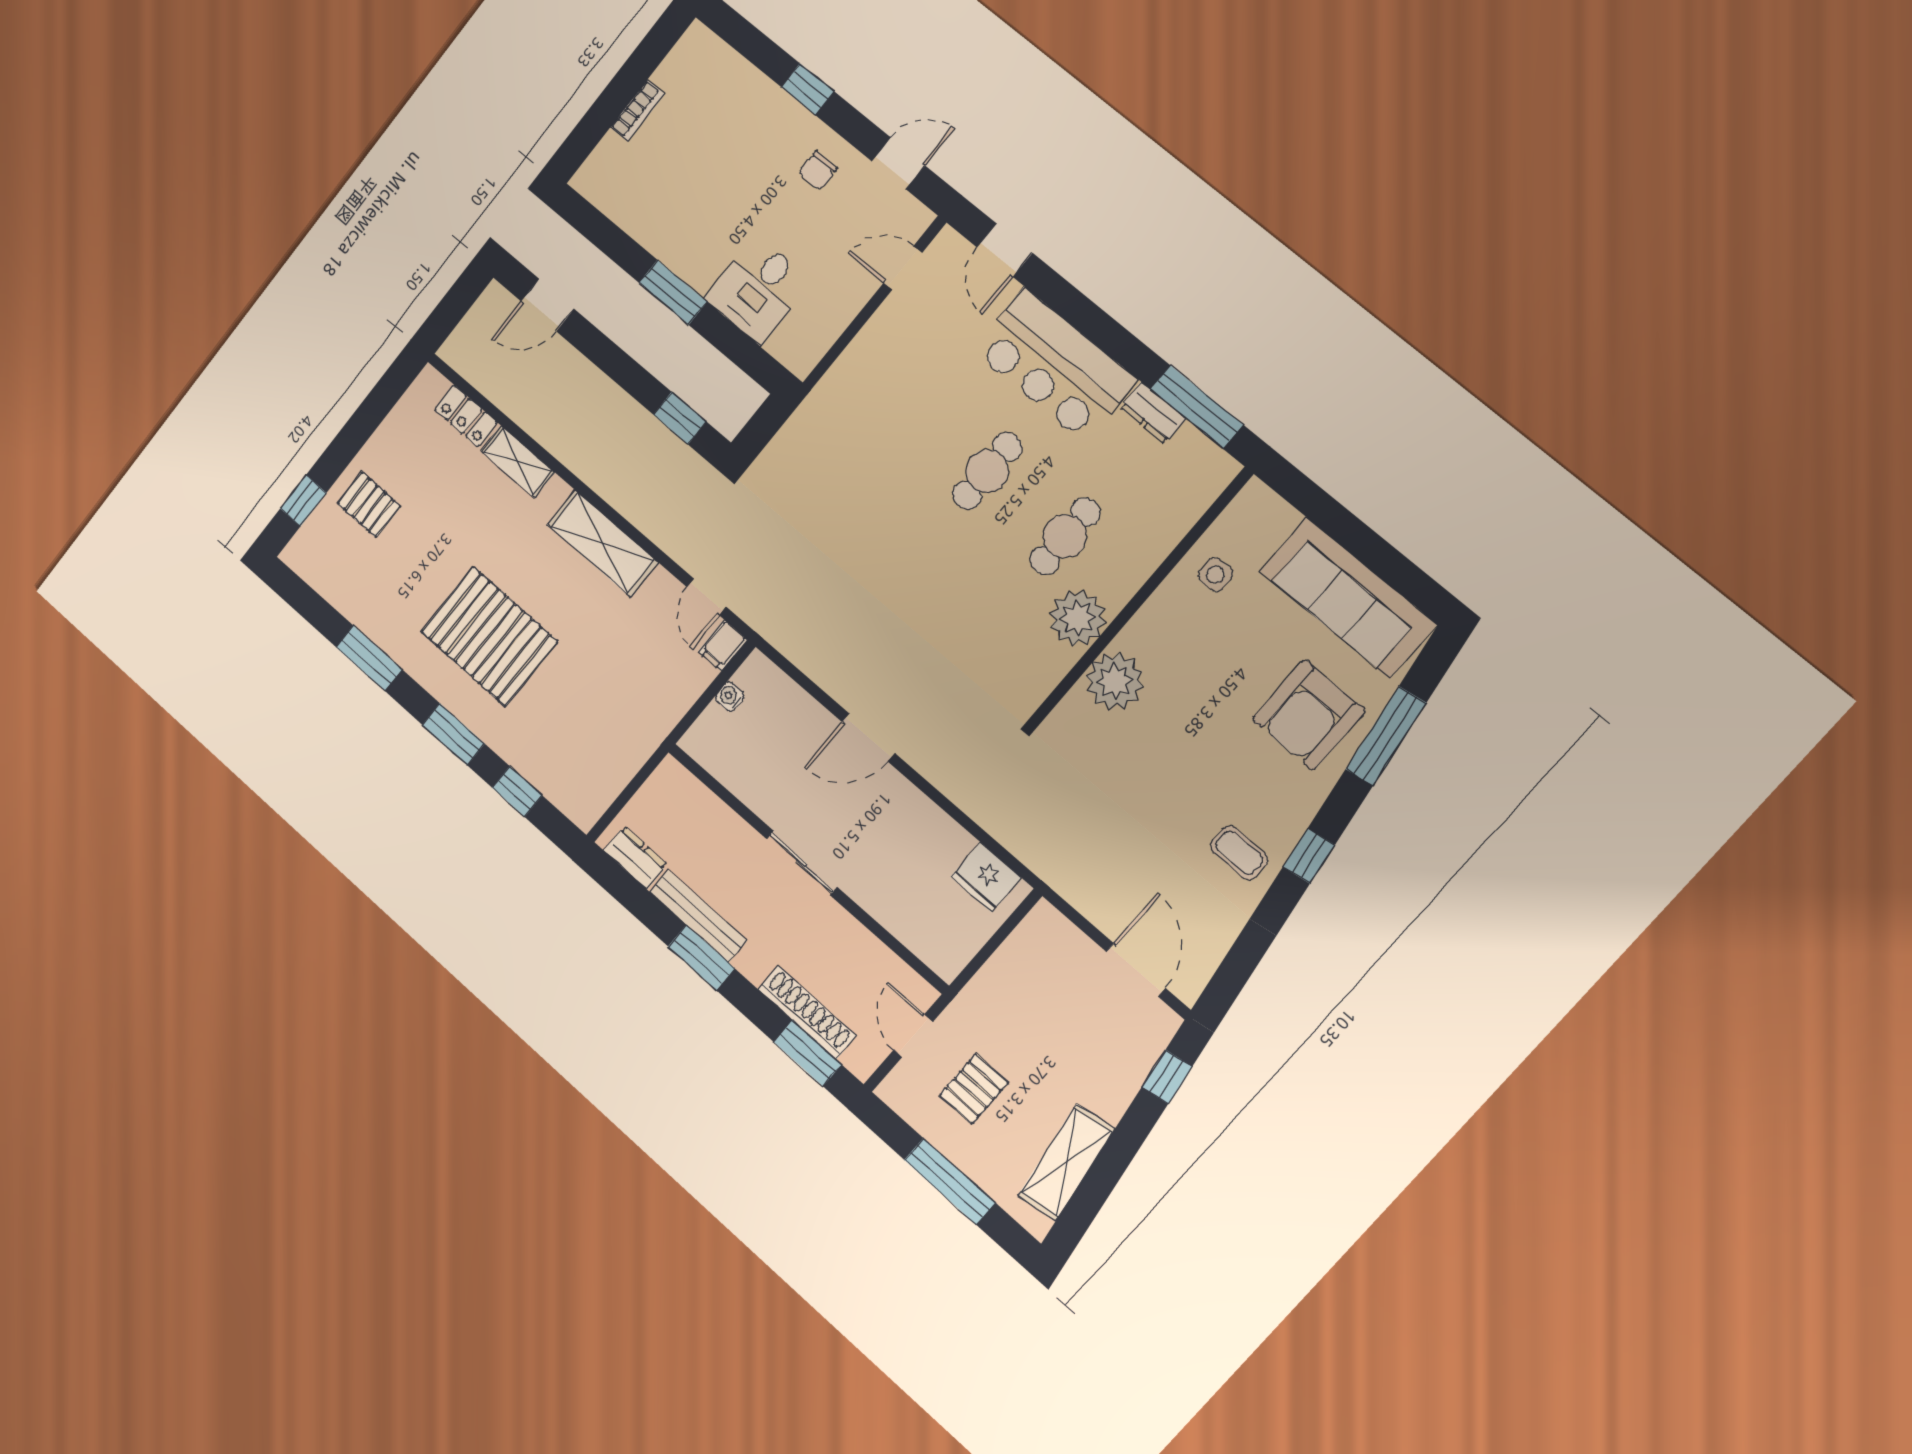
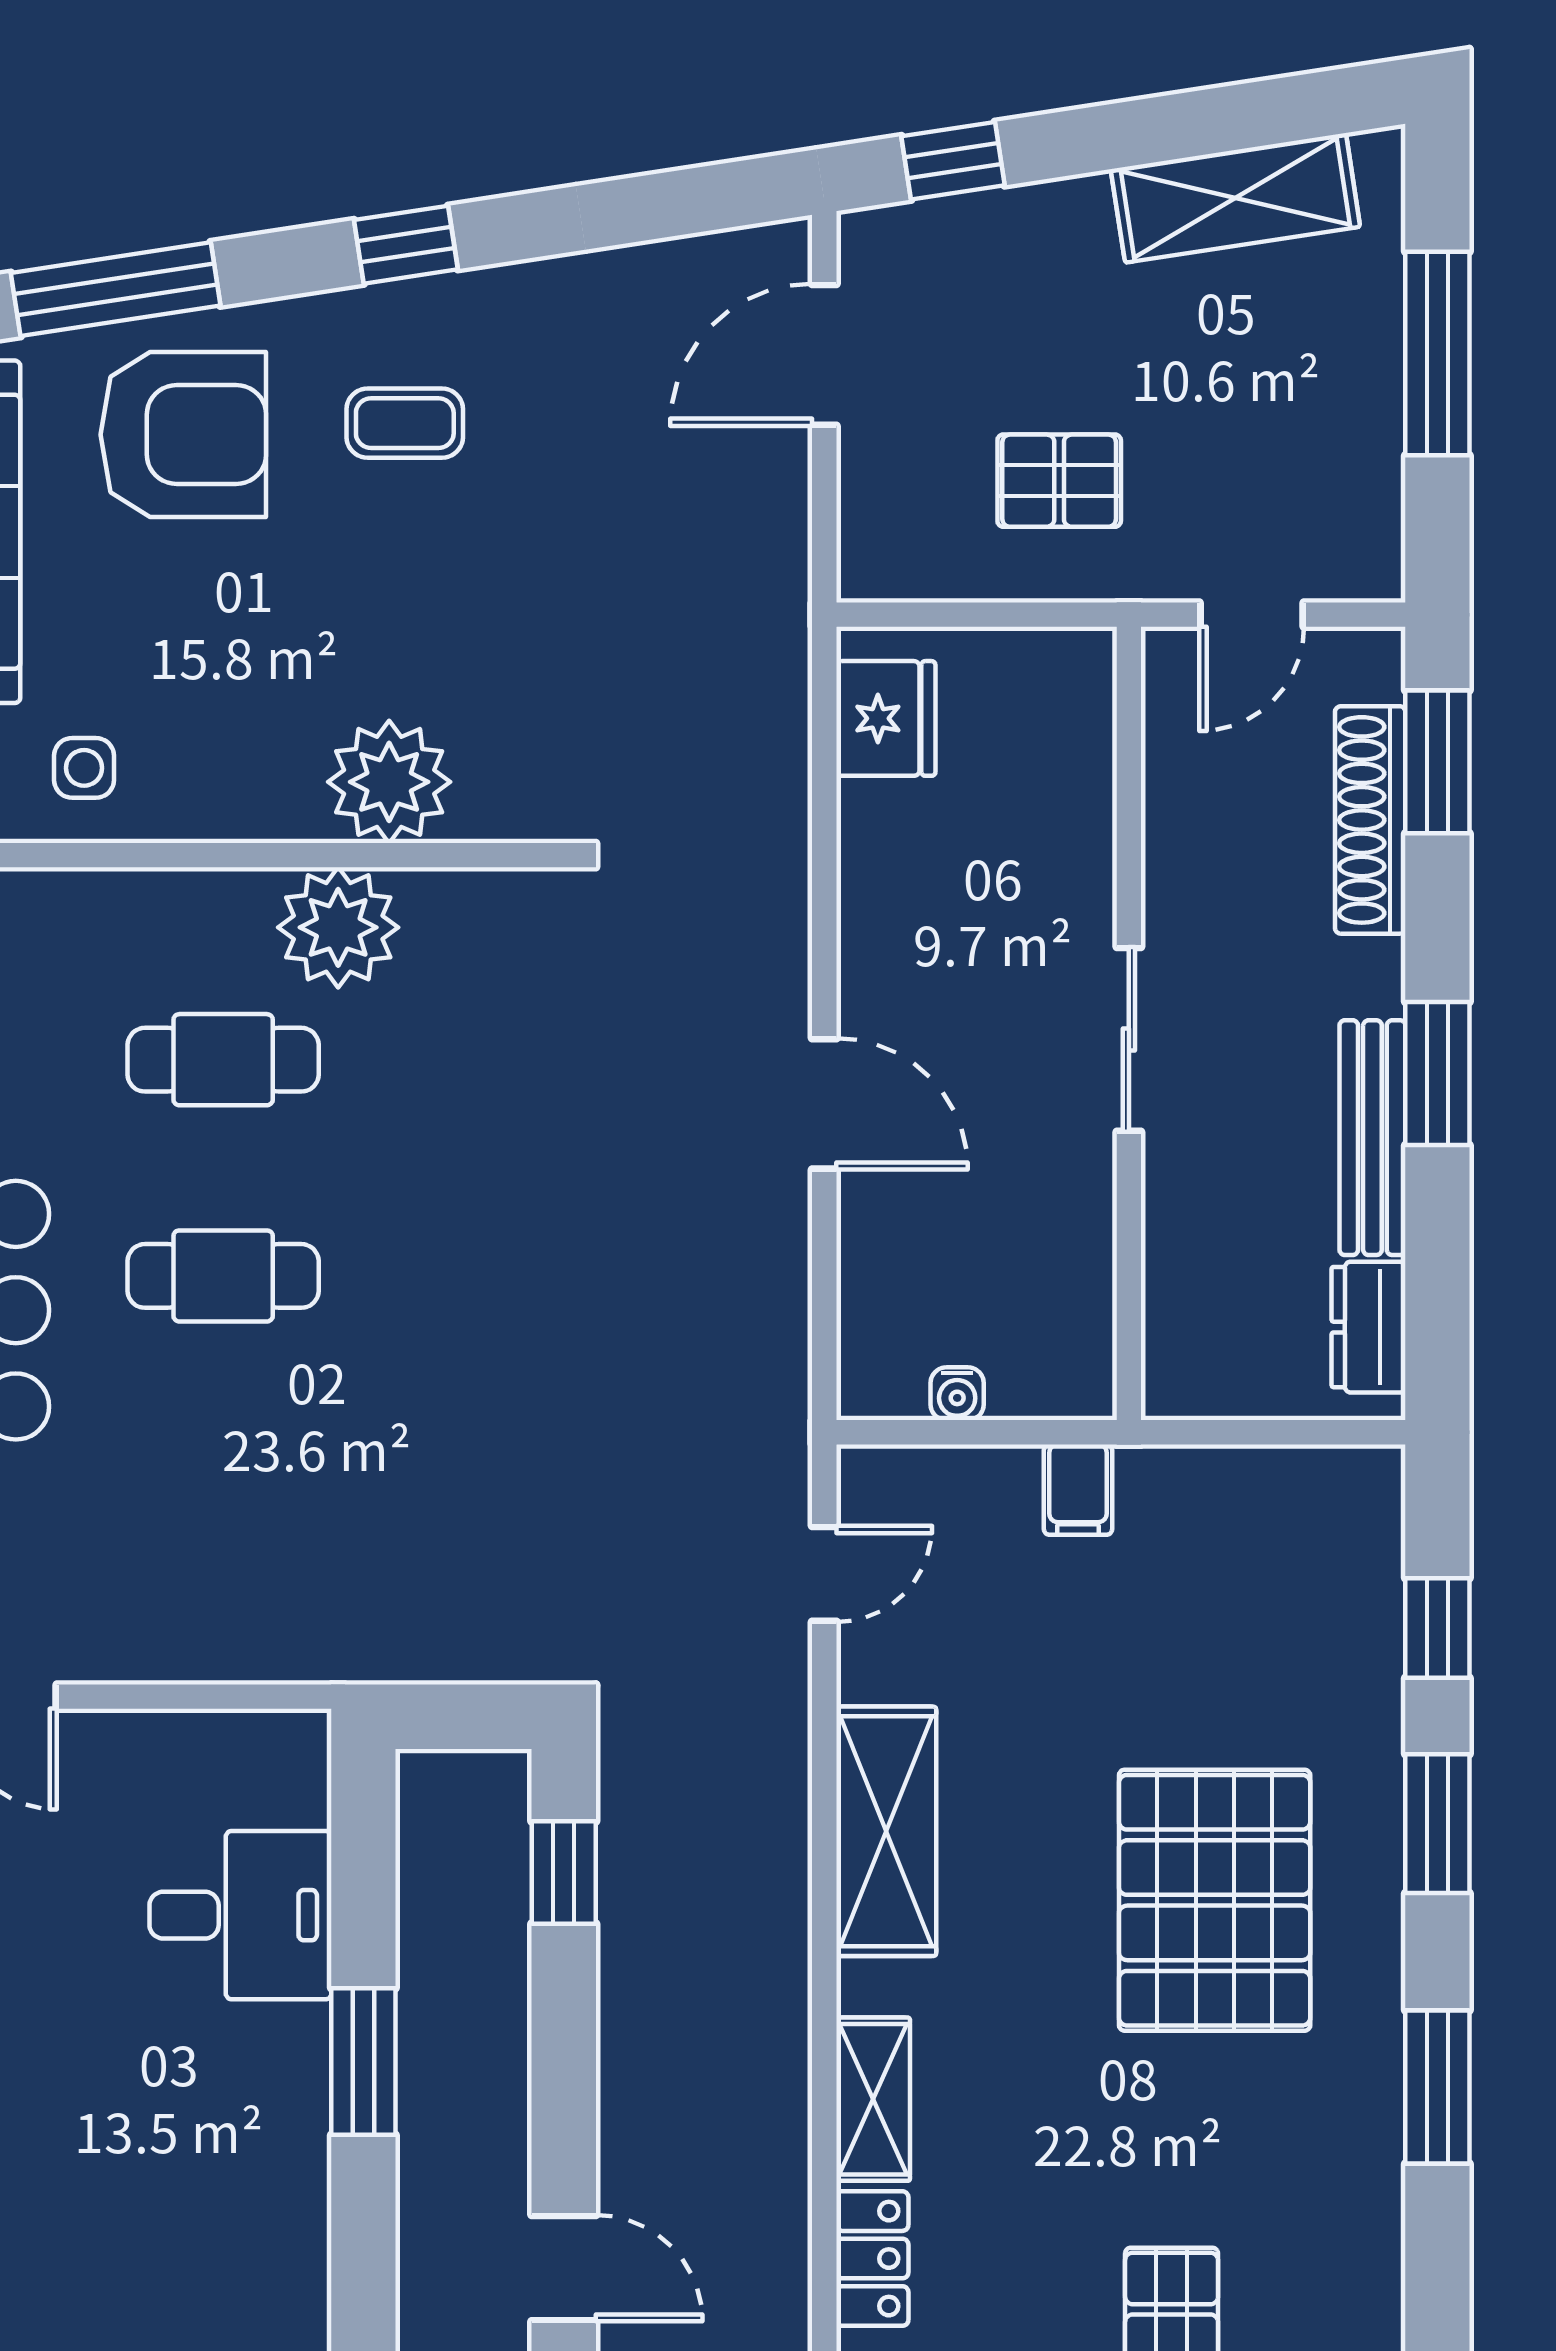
filing cabinet: (723, 645) -> (1078, 1490), moved, turned 90
coffee table: (1239, 853) -> (405, 423), moved, turned 90
pallet: (974, 1089) -> (1059, 481), moved

